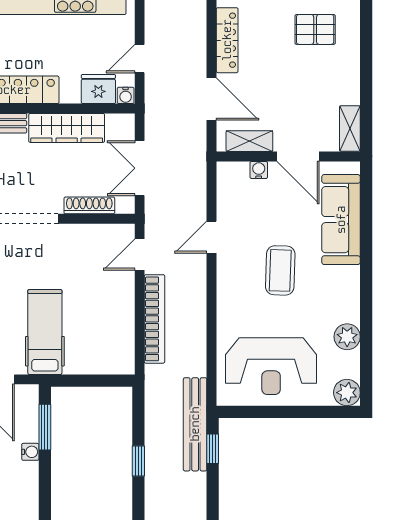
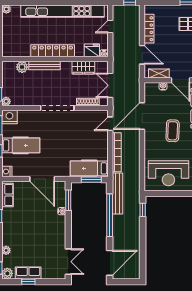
door: (140, 59) -> (110, 26), moved
wardrobe: (67, 128) -> (83, 68), width x0.67
door: (212, 237) -> (142, 116), width x1.88
hospital bed: (45, 332) -> (89, 168), moved, turned -90
window: (97, 381) -> (91, 180), added
bench: (195, 424) -> (117, 194), moved
window: (138, 461) -> (110, 215), width x3.17

